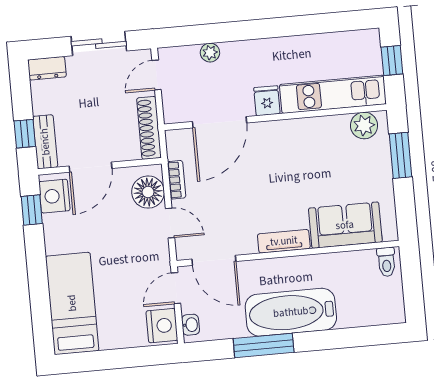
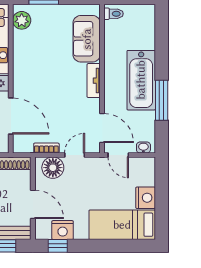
nightstand: (54, 196) -> (63, 230), moved
door: (214, 260) -> (102, 128), hinge flipped
nightstand: (162, 326) -> (146, 198), moved, turned 90

